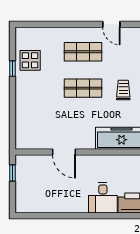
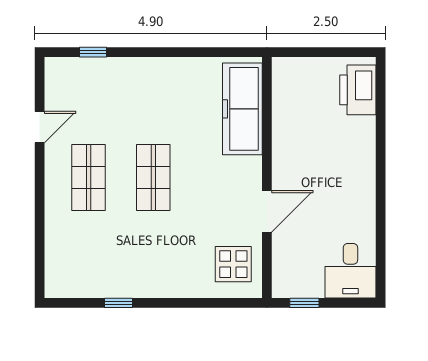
display table: (30, 60) -> (233, 264), moved
trolley: (123, 90) -> (157, 106), removed
desk: (103, 198) -> (350, 271), moved, turned 90

